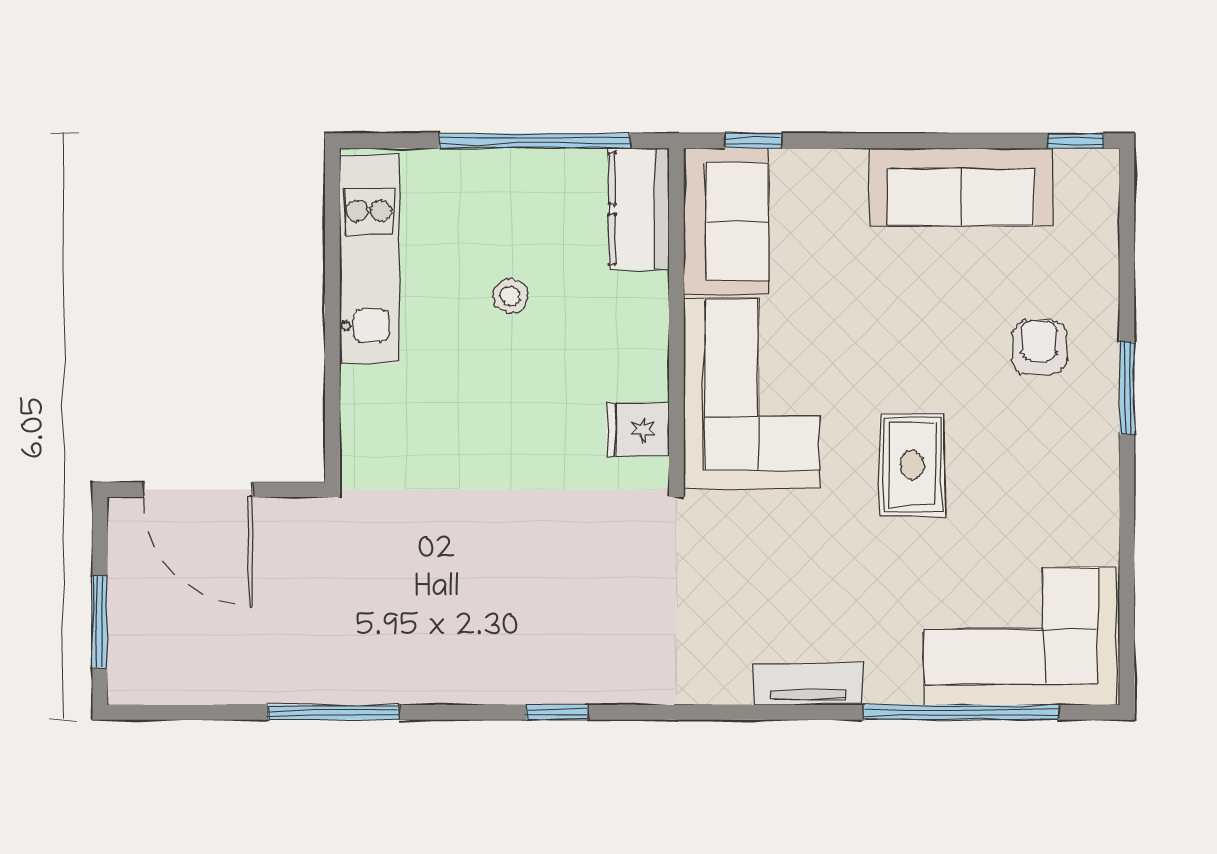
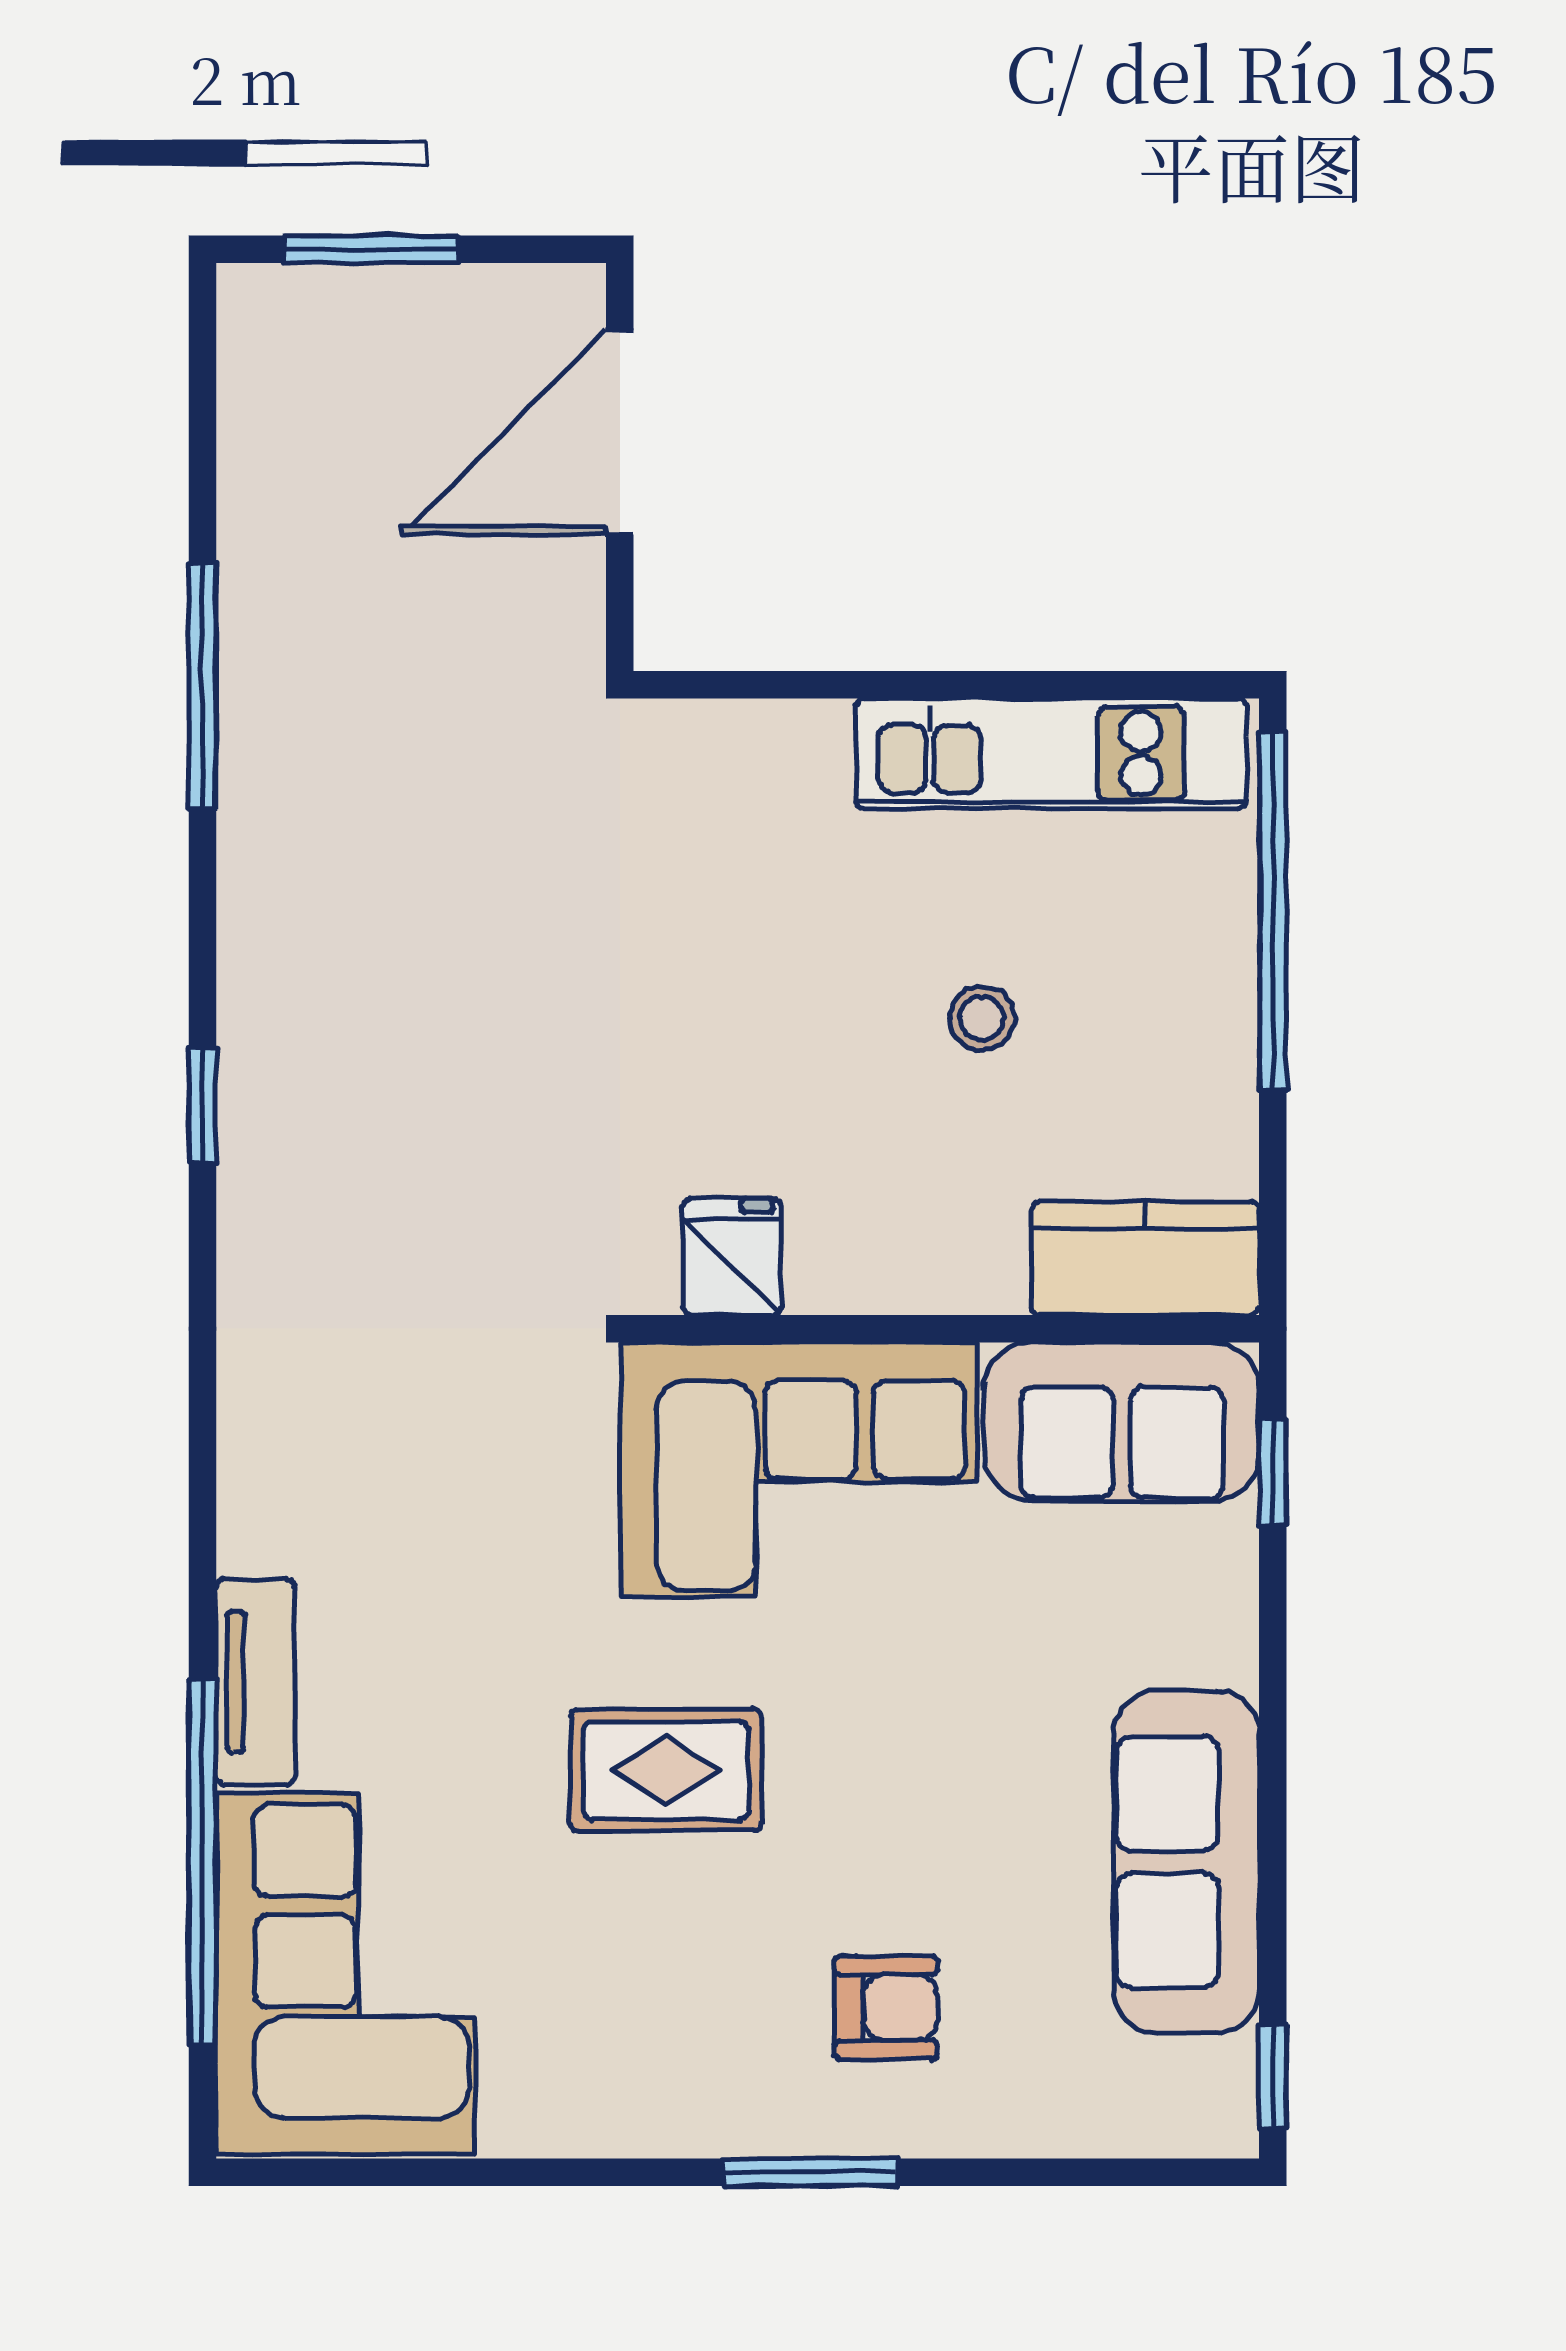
window: (535, 141) -> (1273, 912), moved
tv unit: (808, 684) -> (255, 1682), moved

